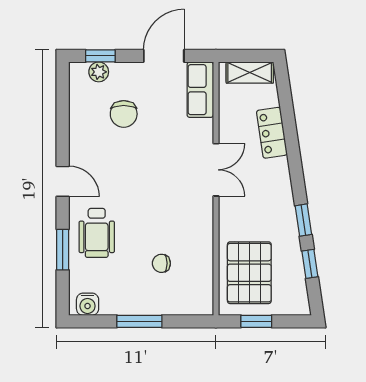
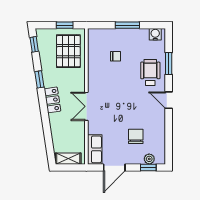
locker: (272, 133) -> (52, 100), moved
window: (310, 264) -> (34, 44), moved

